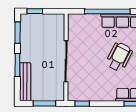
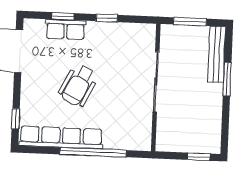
window: (18, 33) -> (225, 126), removed
window: (82, 104) -> (107, 18), moved

